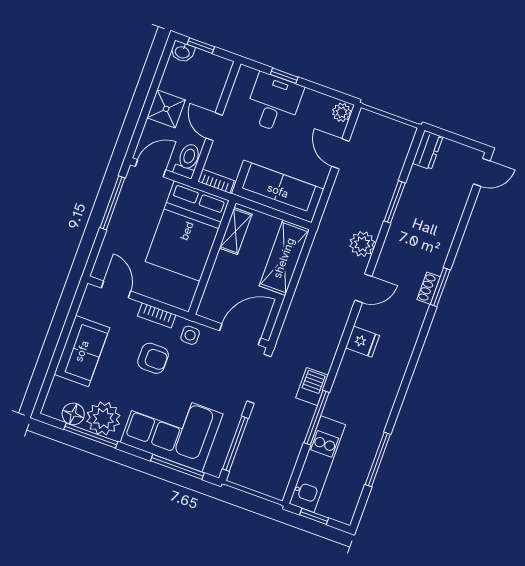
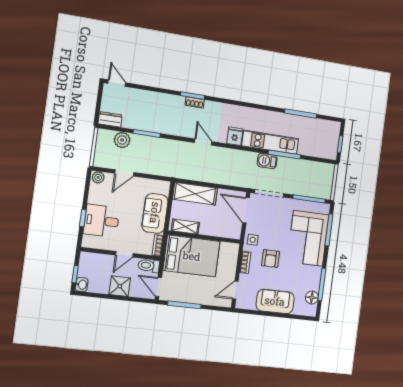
sofa: (278, 191) -> (155, 213), width x0.73
plant: (362, 244) -> (122, 140), moved
armchair: (153, 358) -> (271, 259), turned 180
plant: (103, 418) -> (311, 279), removed
kitchen unit: (317, 464) -> (270, 142), moved

